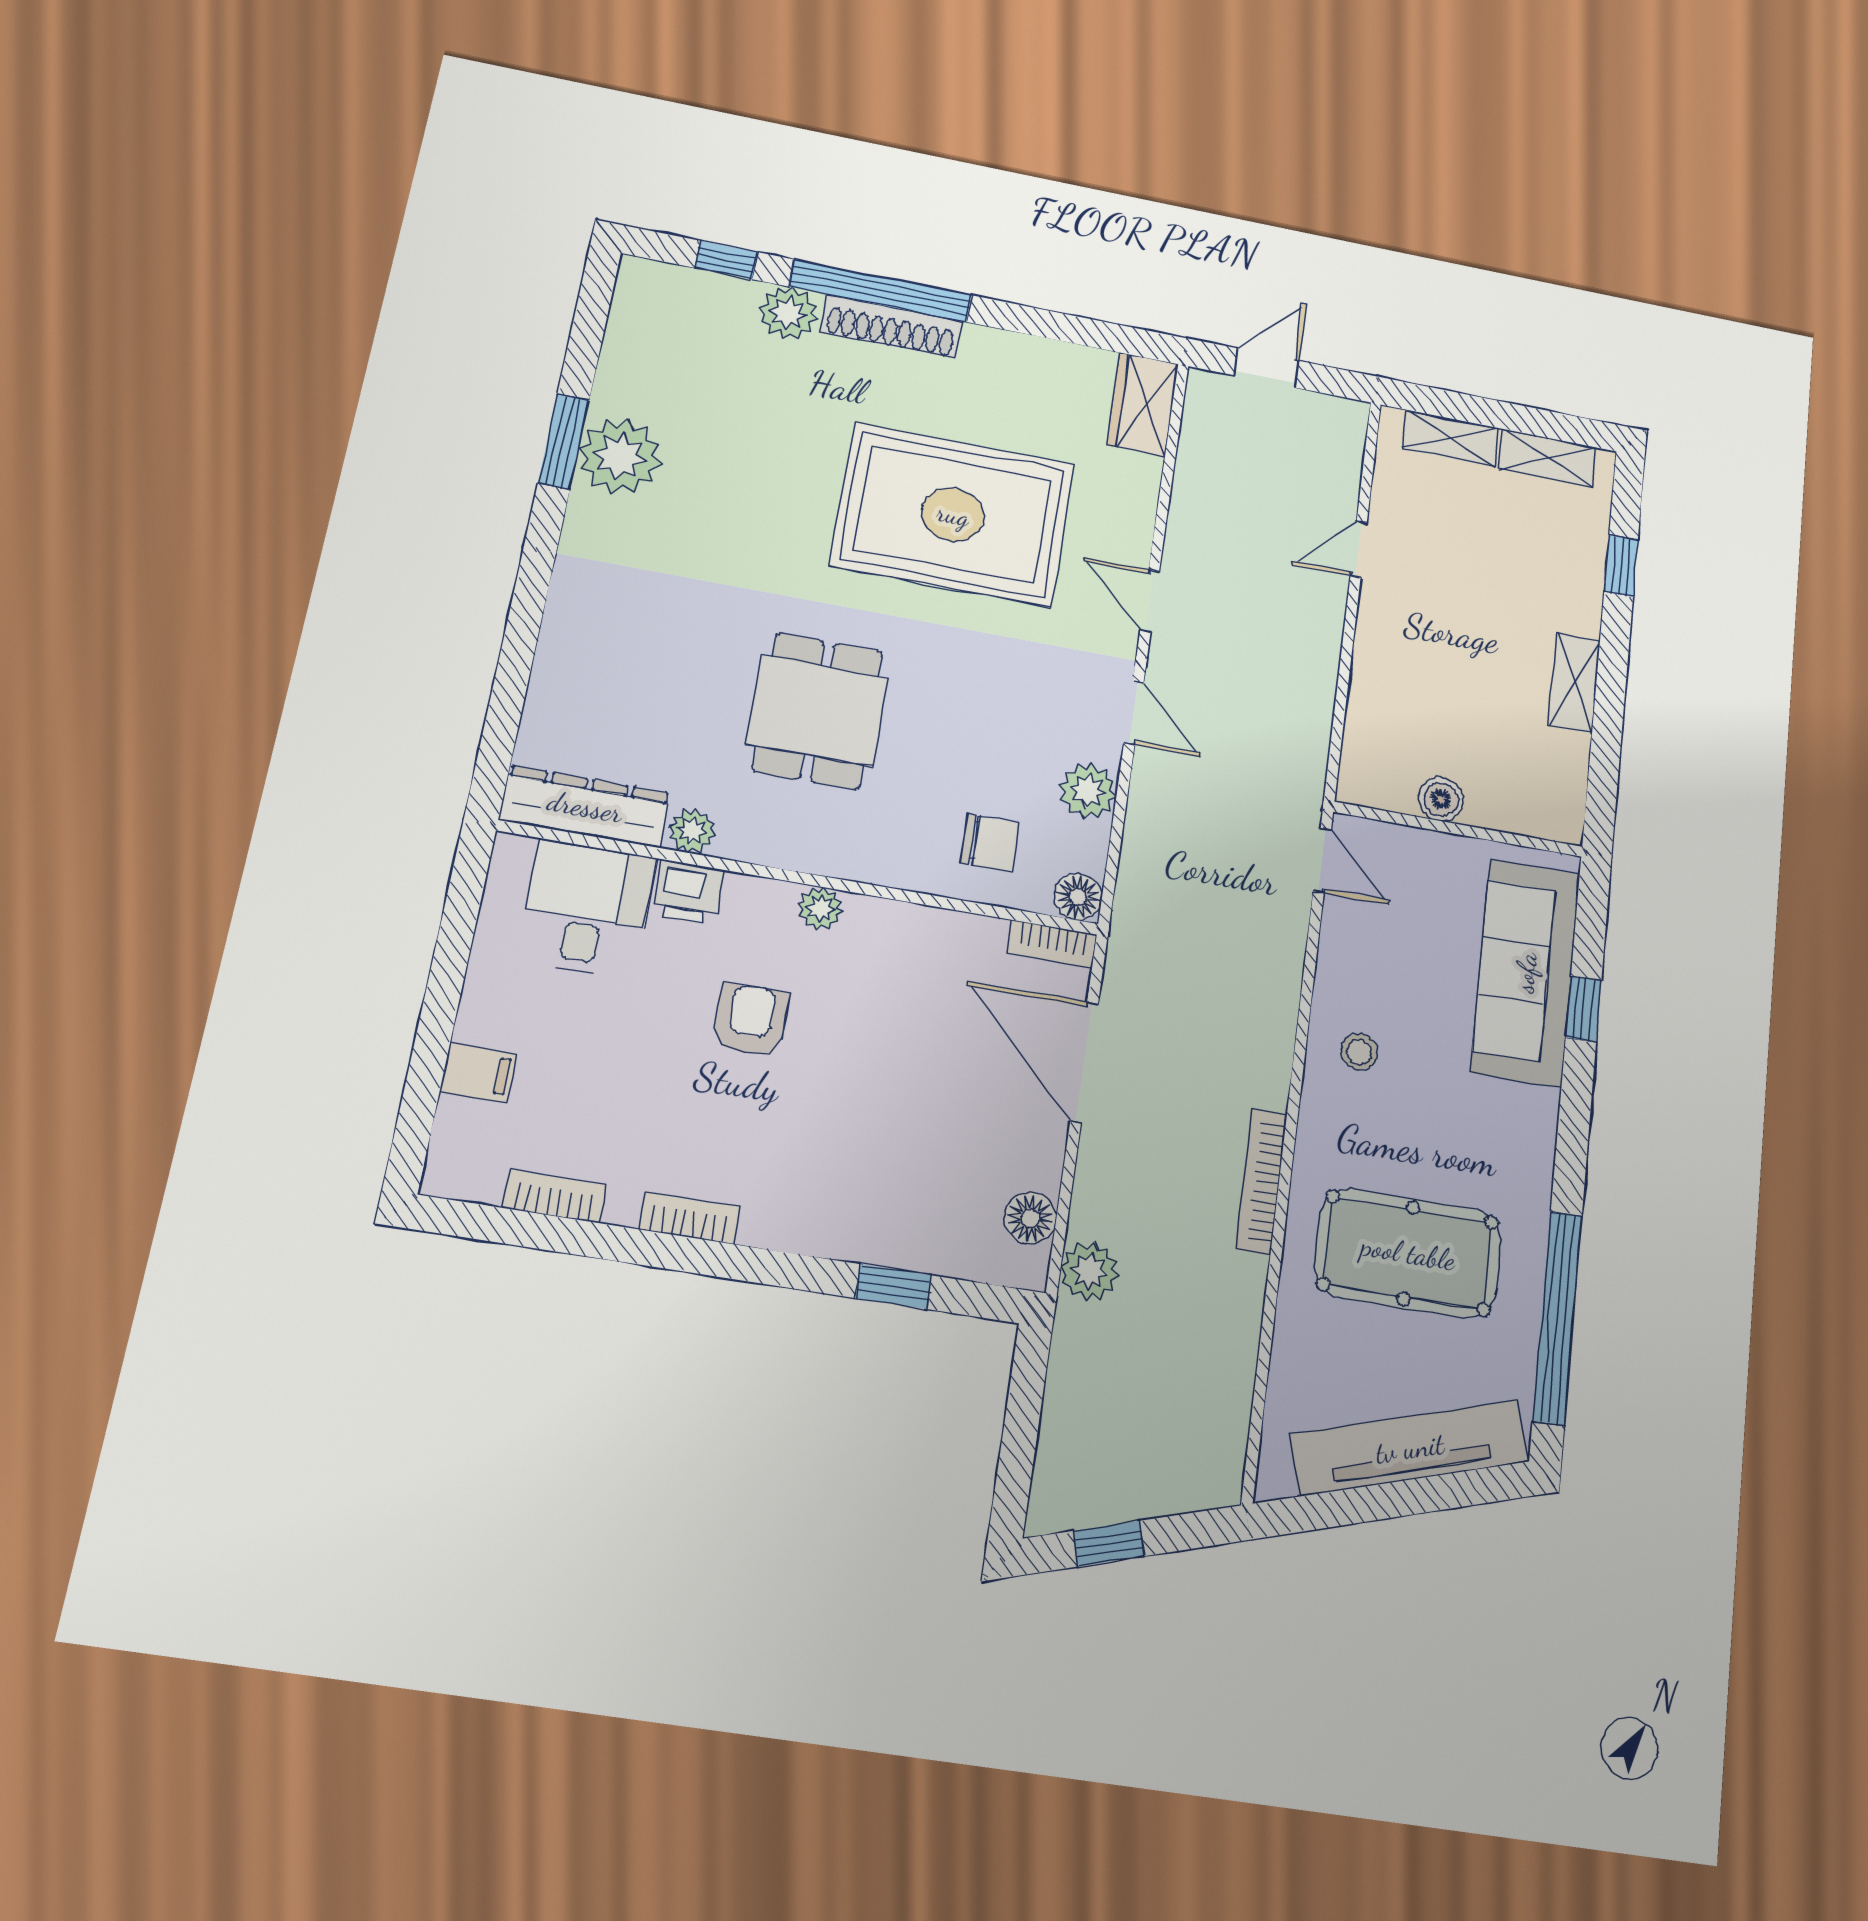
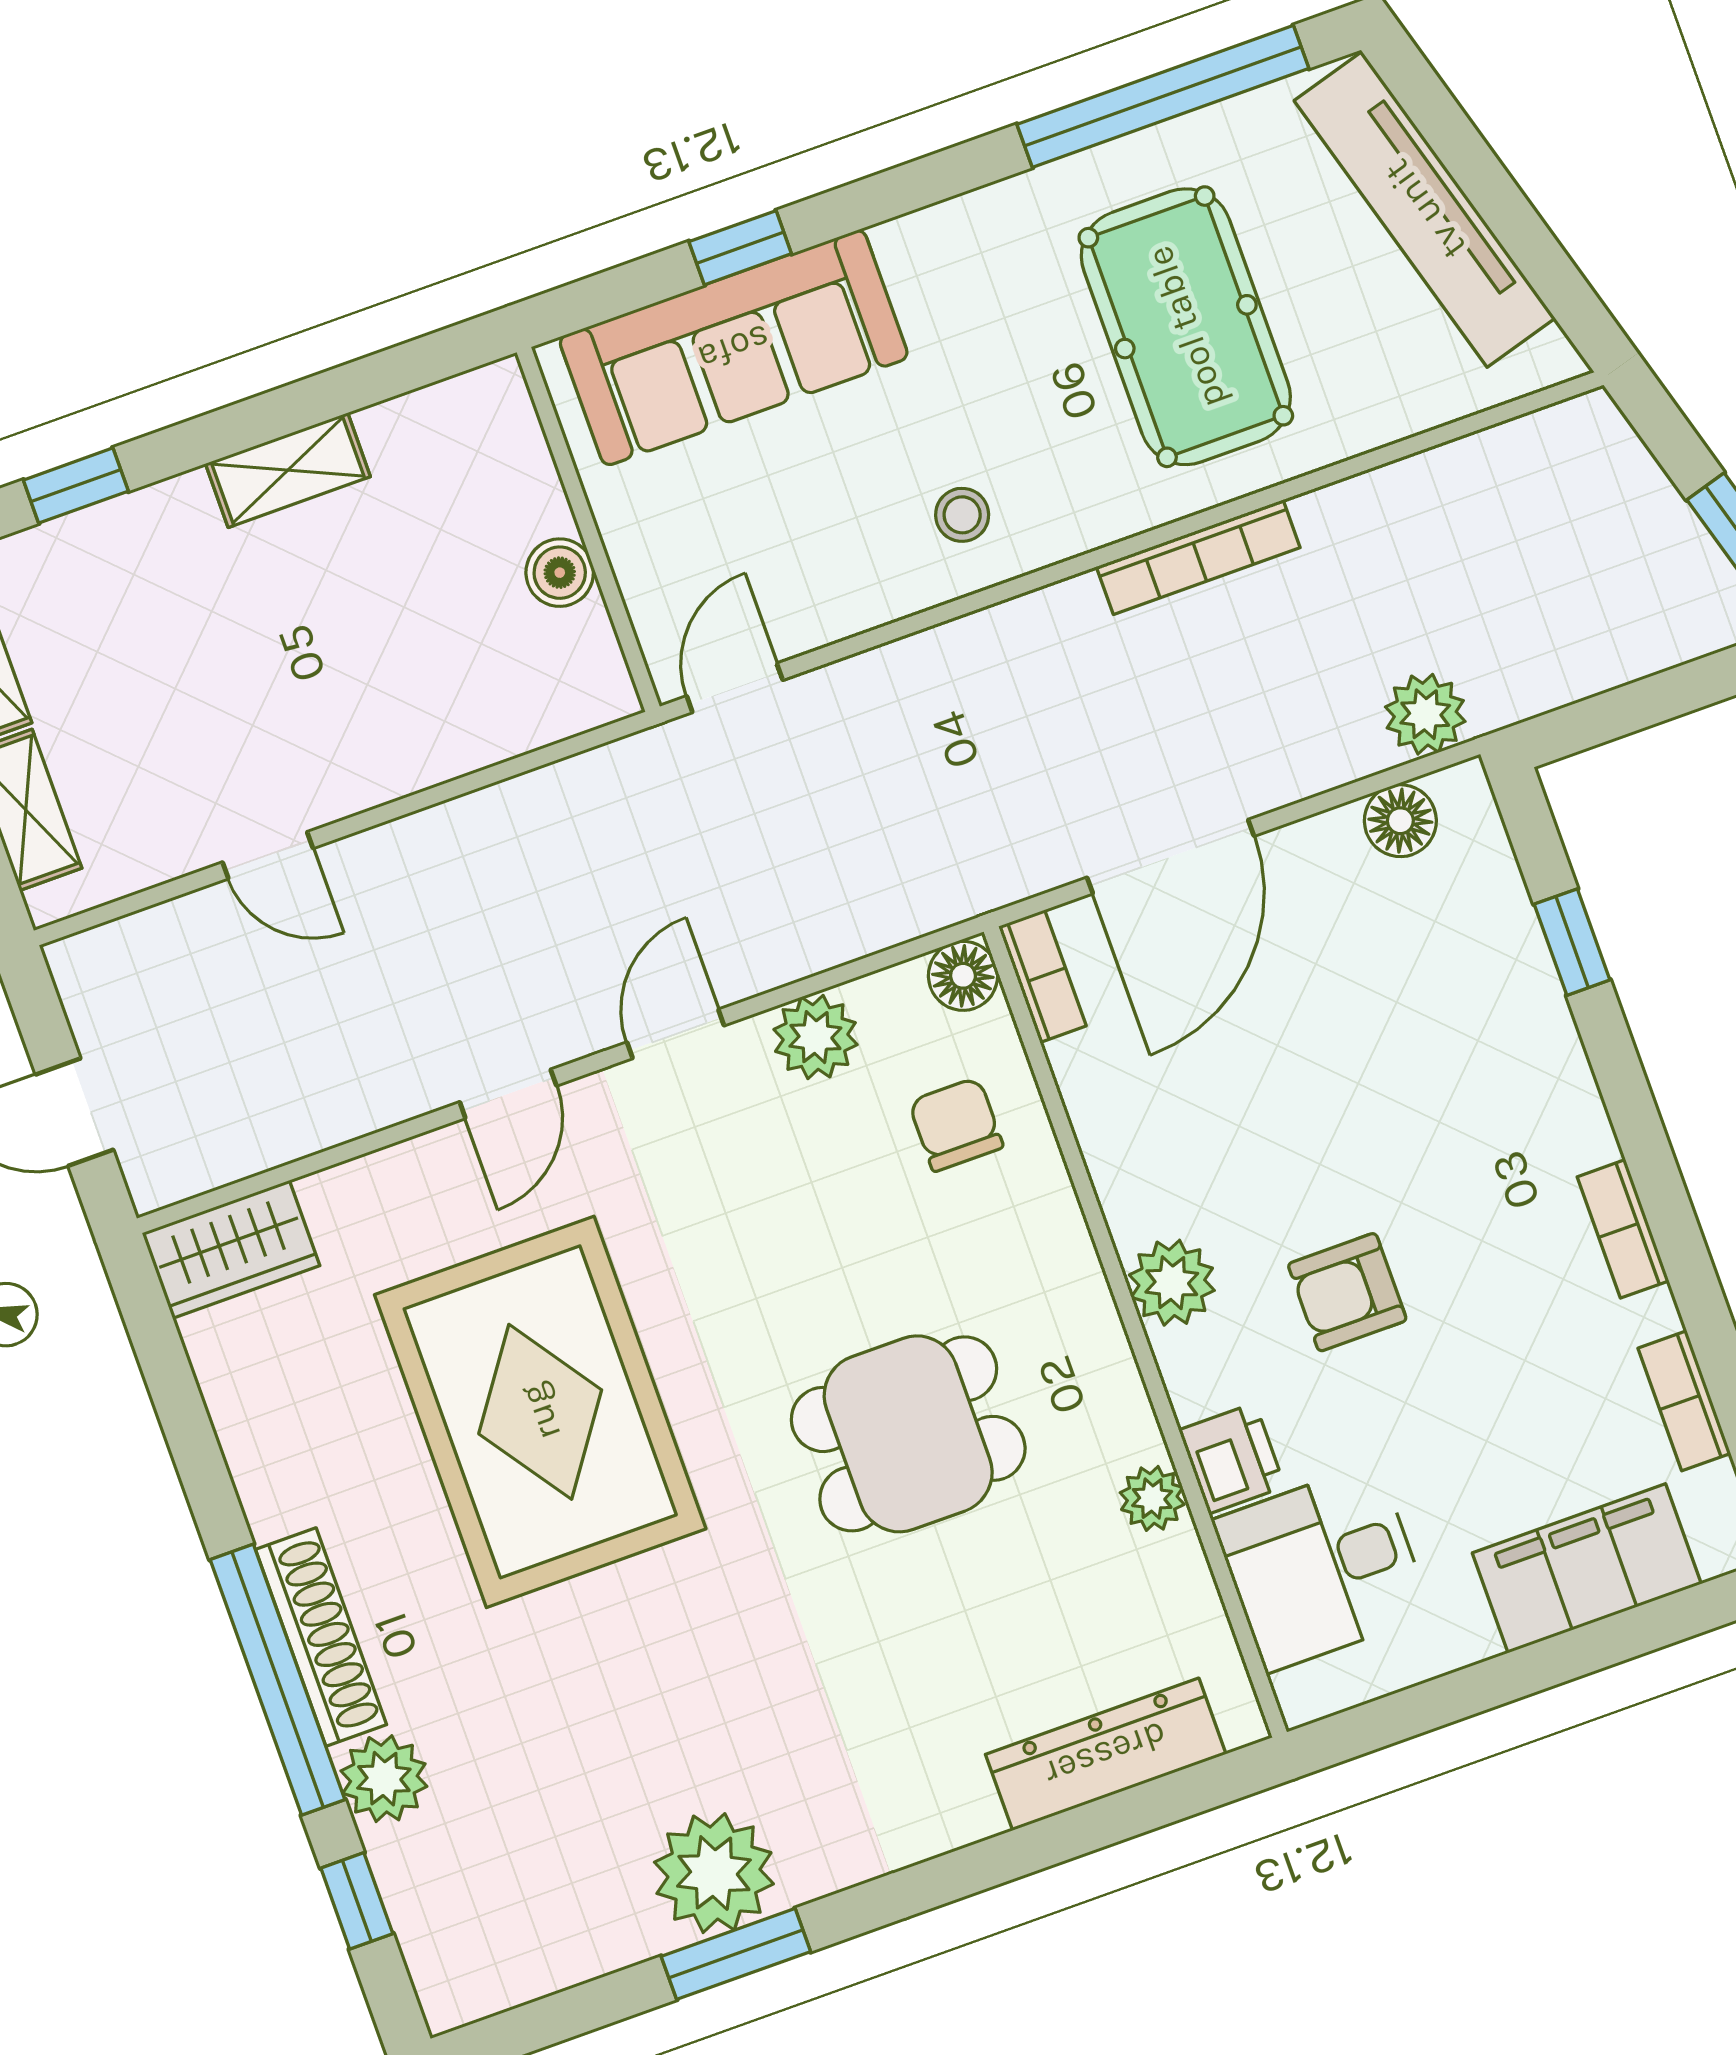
dresser: (585, 807) -> (1106, 1754), moved, turned 90
plant: (821, 909) -> (1172, 1283), width x1.38, depth x1.38
filing cabinet: (479, 1073) -> (1587, 1568), width x3.00, depth x1.17

